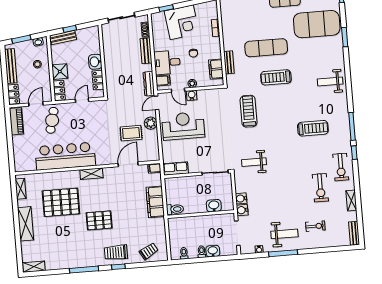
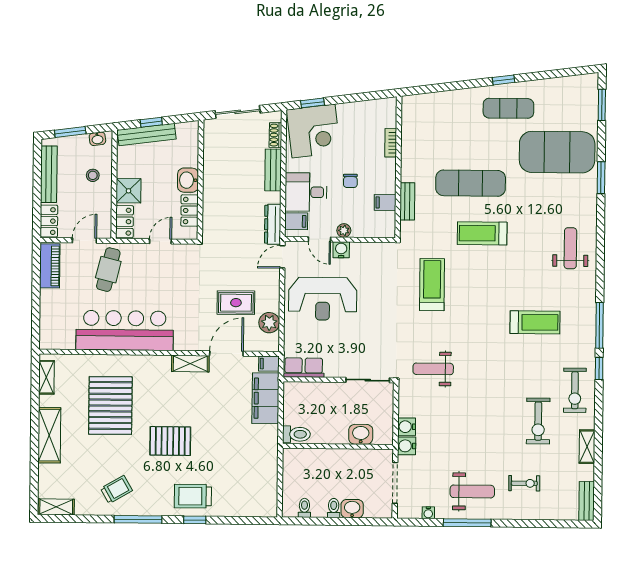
corner desk: (182, 22) -> (314, 131), moved
bench: (63, 38) -> (147, 135), width x1.36
filing cabinet: (216, 69) -> (385, 202), width x0.50
weight bench: (330, 82) -> (570, 248), turned 90
plant: (151, 123) -> (269, 323), moved
reception desk: (183, 126) -> (323, 299), turned 180
shelving: (91, 174) -> (190, 364), moved
pallet: (61, 202) -> (110, 406), turned 90
filing cabinet: (155, 202) -> (265, 398), moved
trolley: (149, 251) -> (116, 489), moved

